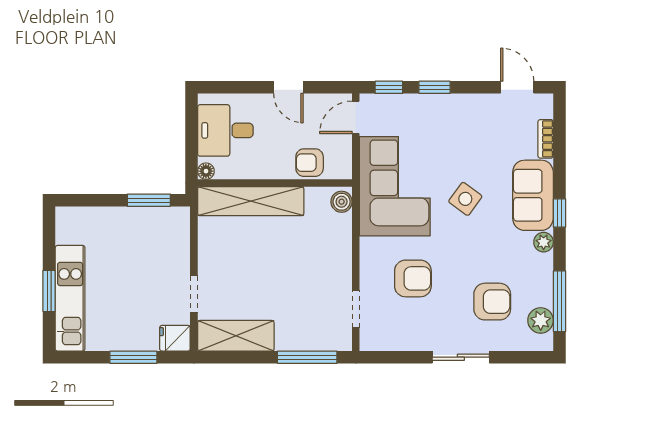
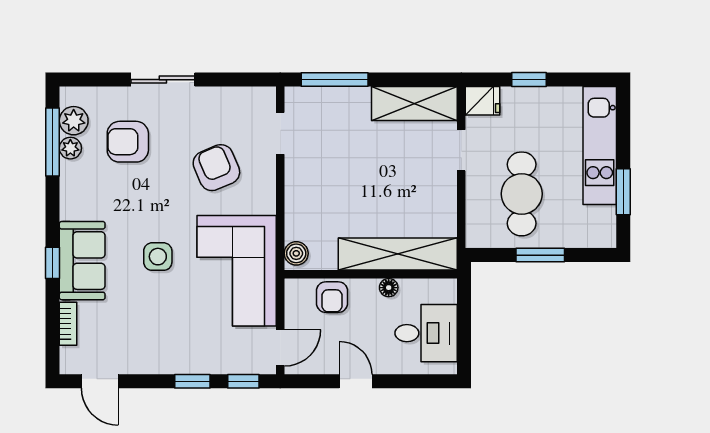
armchair: (310, 163) -> (332, 297), turned 90
floor lamp: (206, 171) -> (389, 288), moved
side table: (465, 199) -> (158, 257), turned -36
window: (149, 200) -> (540, 255), moved
window: (559, 213) -> (53, 263), moved
plant: (544, 242) -> (70, 148), moved
cafe table: (140, 255) -> (522, 194), added
armchair: (413, 278) -> (216, 168), turned 67
window: (49, 291) -> (623, 192), moved
window: (133, 357) -> (529, 80), width x0.67

